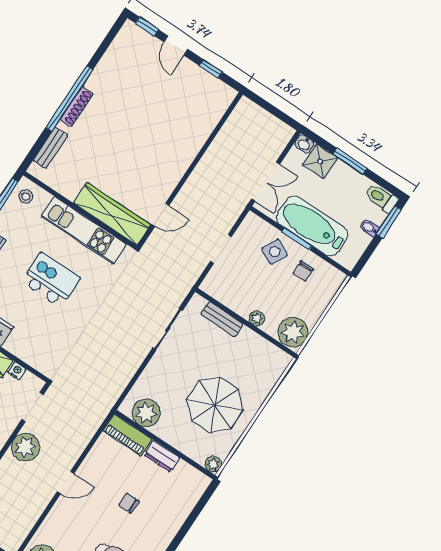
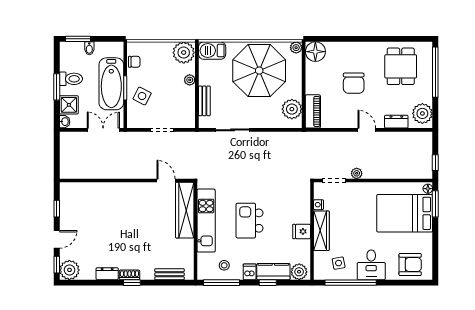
plant: (131, 37) -> (69, 270), added
dresser: (98, 77) -> (107, 274), added
window: (69, 98) -> (132, 283), width x0.32
shoe rack: (77, 106) -> (129, 275), width x0.70
stool: (26, 197) -> (224, 265), moved
toilet: (381, 198) -> (71, 79), moved, turned -90
chair: (303, 271) -> (134, 62), moved
barbecue: (274, 366) -> (212, 51), added
parasol: (215, 405) -> (259, 71), width x1.36, depth x1.36
plant: (25, 447) -> (357, 173), width x0.53, depth x0.53
dresser: (162, 456) -> (396, 122), moved, turned -90
floor lamp: (194, 483) -> (315, 52), added
chair: (129, 503) -> (354, 83), width x1.87, depth x1.87

